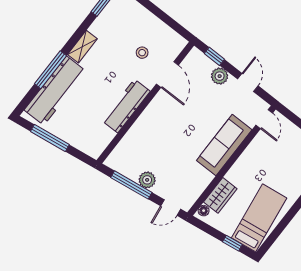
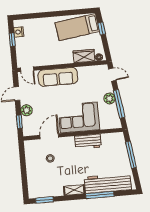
workbench: (126, 106) -> (88, 142), width x0.73
door: (264, 119) -> (27, 69), swing flipped
corner sofa: (158, 126) -> (79, 117), added
window: (50, 138) -> (131, 155), moved

